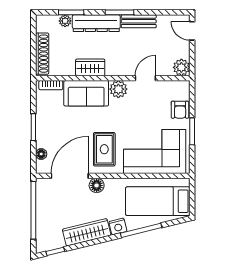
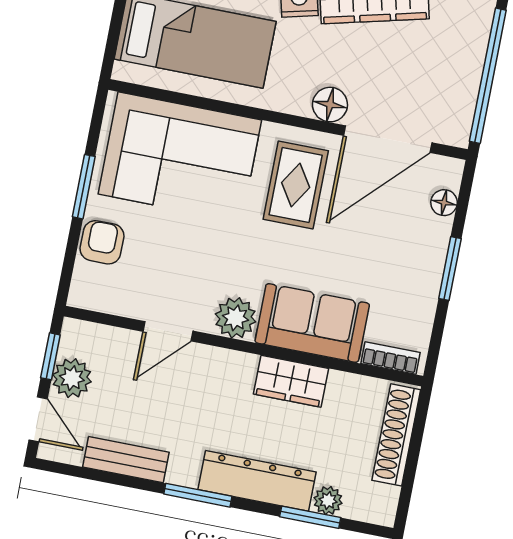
bench: (139, 21) -> (126, 460), moved
window: (192, 58) -> (50, 356), added
plant: (181, 67) -> (72, 378), moved

